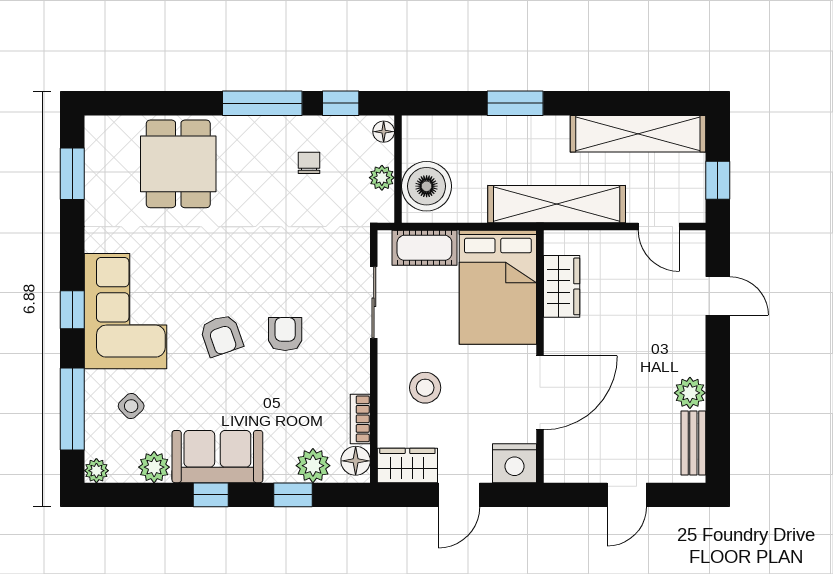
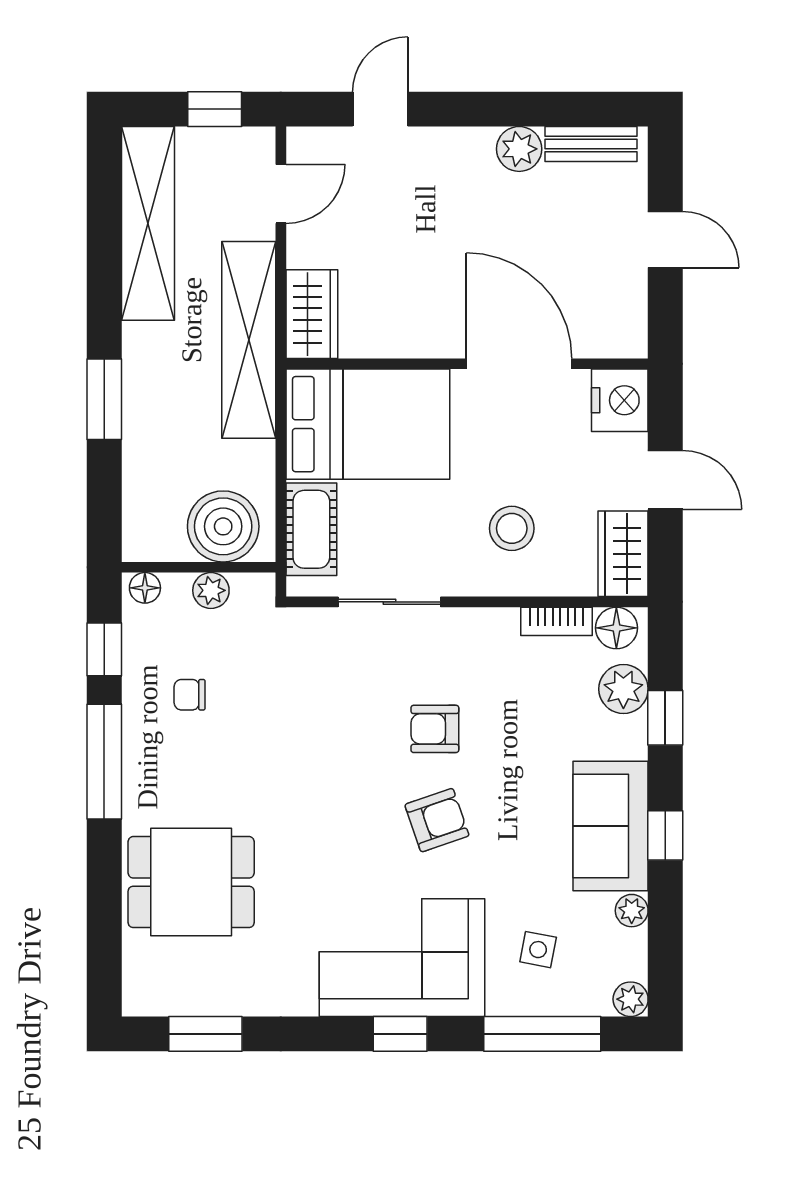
wardrobe: (562, 286) -> (312, 314), moved, turned 90
side table: (131, 406) -> (538, 950), turned -36
plant: (154, 467) -> (632, 911), width x0.73, depth x0.73

